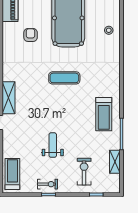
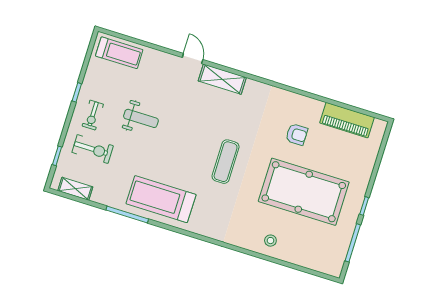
treadmill: (104, 114) -> (161, 199), width x1.37, depth x1.38
shelving: (115, 162) -> (75, 189), moved
exercise bike: (48, 184) -> (93, 115), moved

